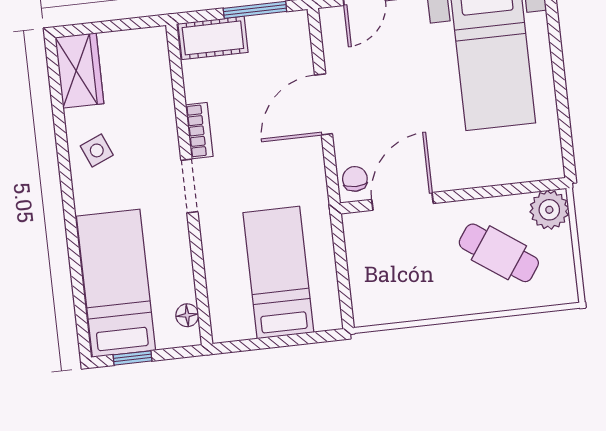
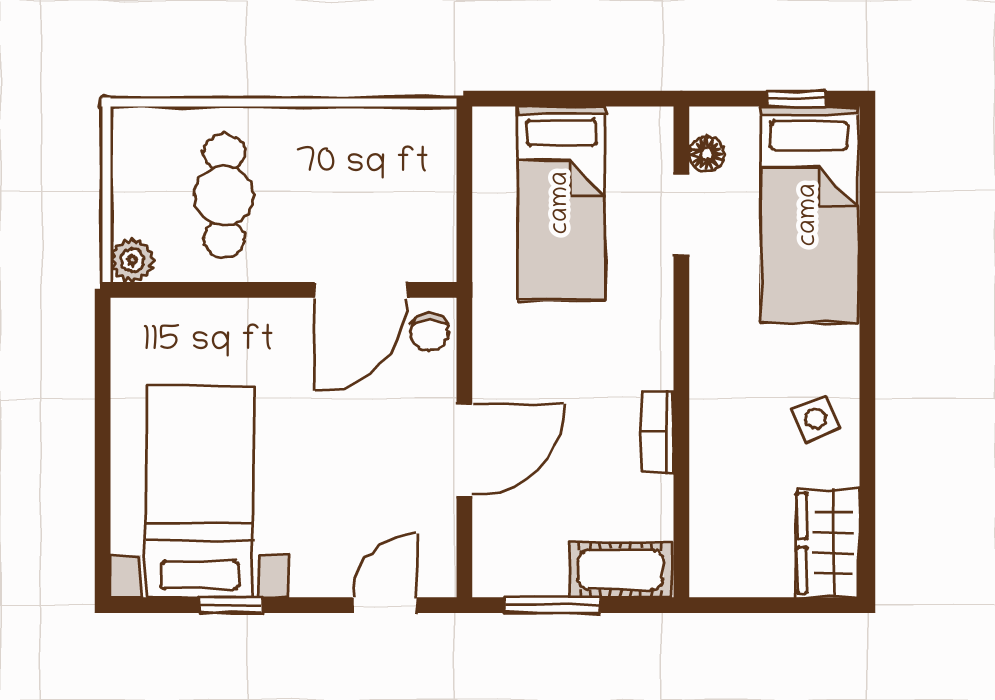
doorway: (189, 186) -> (681, 214), moved
plant: (549, 210) -> (132, 260), width x0.73, depth x0.73
cafe table: (499, 253) -> (224, 196), turned 55

